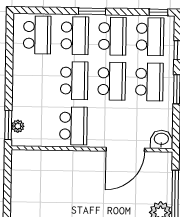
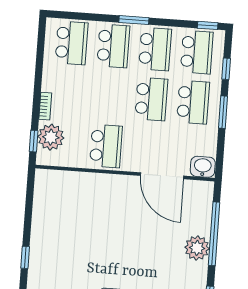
school desk: (74, 81) -> (110, 96), removed
bookcase: (17, 93) -> (45, 106), added
window: (8, 125) -> (34, 141), width x0.67
plant: (18, 126) -> (51, 137), width x1.88, depth x1.88
door: (125, 150) -> (162, 176), hinge flipped

